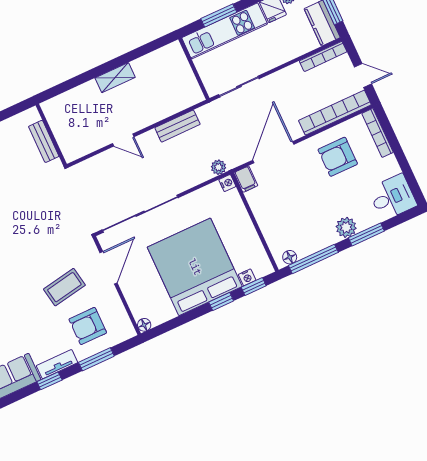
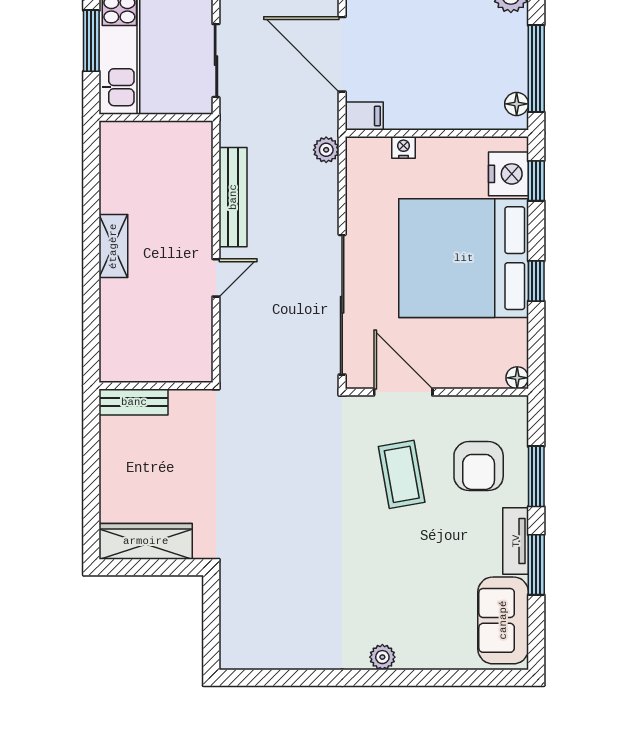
bench: (177, 126) -> (233, 197), width x1.36
bench: (44, 141) -> (134, 402), moved
nightstand: (227, 183) -> (403, 147), moved
nightstand: (247, 277) -> (509, 174), width x1.89, depth x1.79
window: (221, 302) -> (536, 281), moved
window: (49, 381) -> (536, 565), width x1.50

